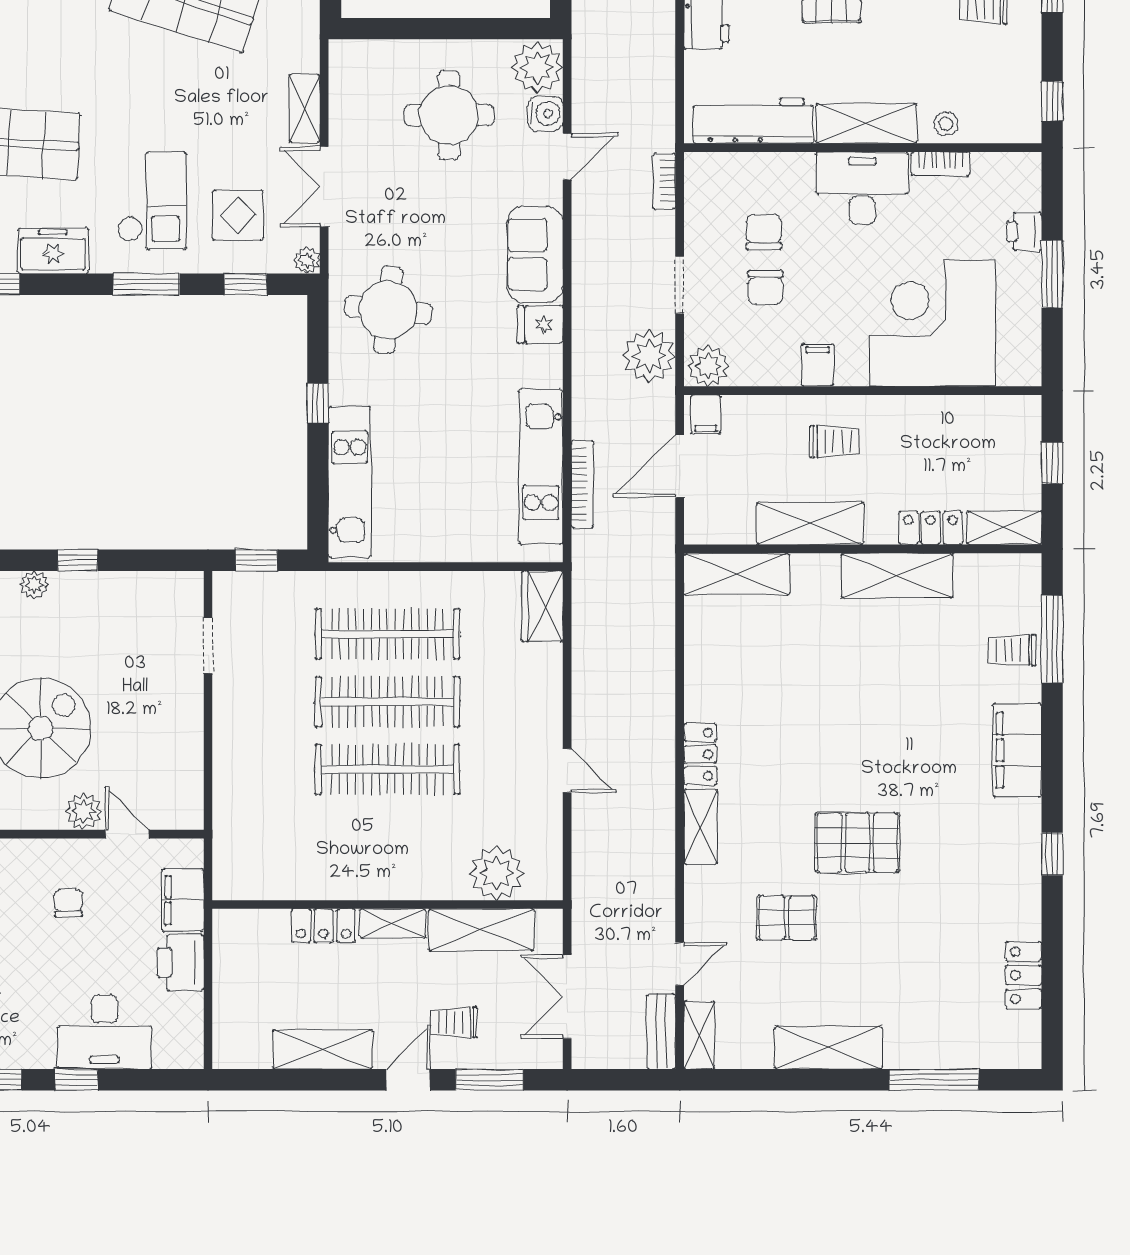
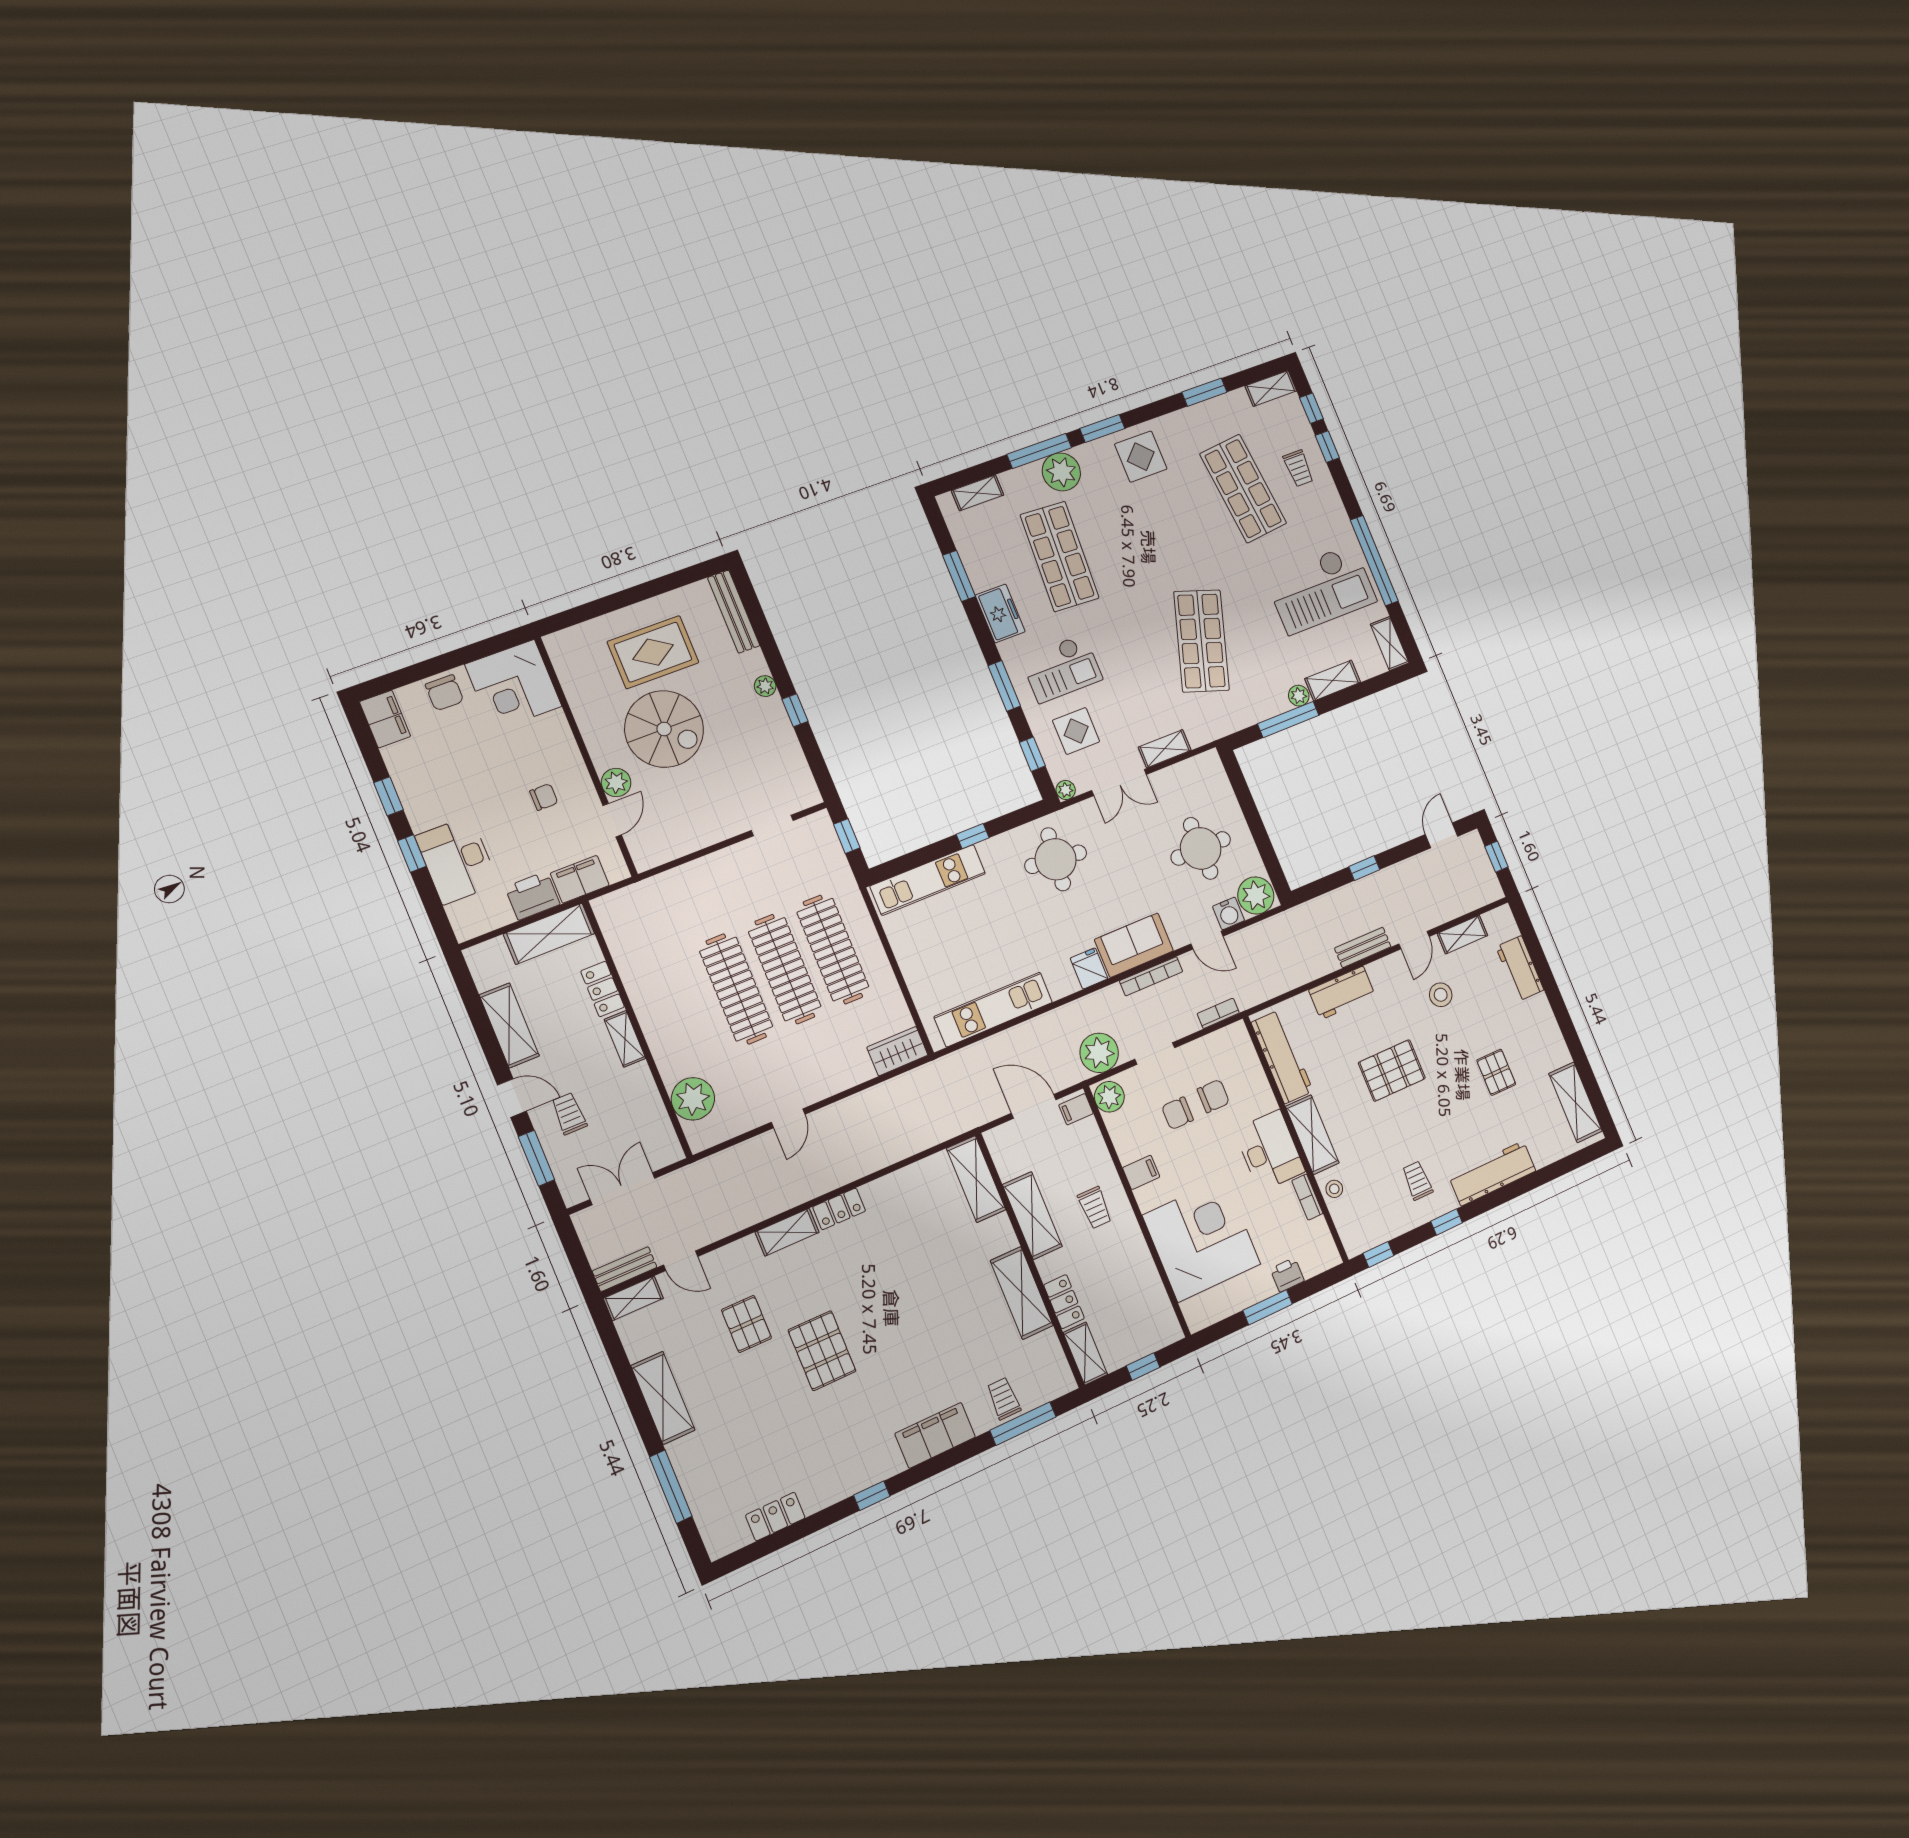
double door: (324, 187) -> (1119, 782), swing flipped
bookcase: (582, 484) -> (1151, 976), moved
shelving: (481, 930) -> (549, 934), moved, turned 90

